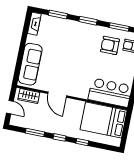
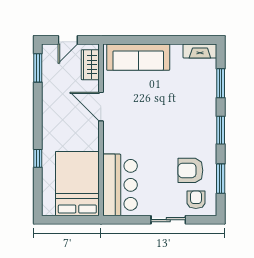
armchair: (110, 45) -> (190, 170), turned -90
door: (57, 95) -> (101, 107), hinge flipped
window: (35, 132) -> (38, 68), moved
window: (60, 137) -> (38, 123), removed

